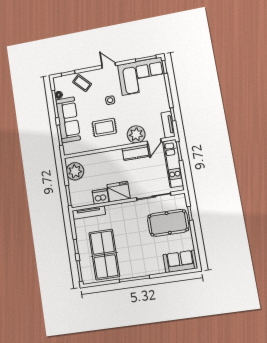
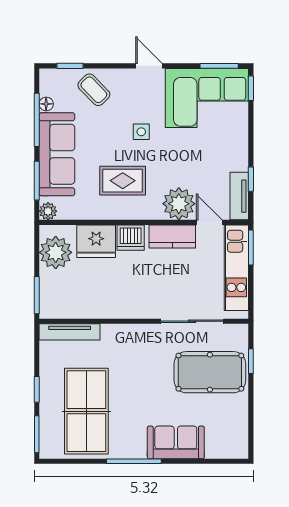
door: (154, 142) -> (209, 222), swing flipped
plant: (68, 150) -> (48, 211), added
fridge: (119, 192) -> (96, 241), moved, turned 180
dishwasher: (100, 196) -> (131, 238), moved, turned 180
sofa: (180, 261) -> (176, 442), moved

